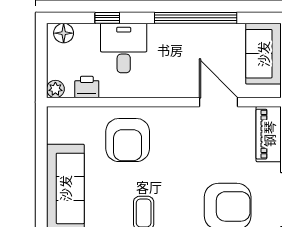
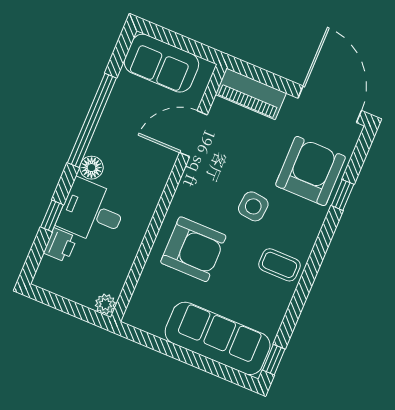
floor lamp: (64, 33) -> (91, 168), moved
printer: (87, 87) -> (60, 245), moved, turned 180
side table: (181, 173) -> (253, 206), added

